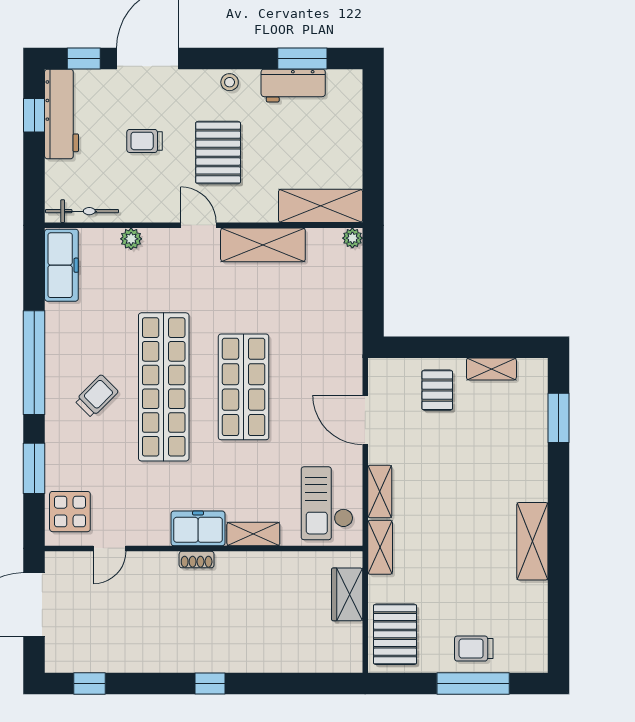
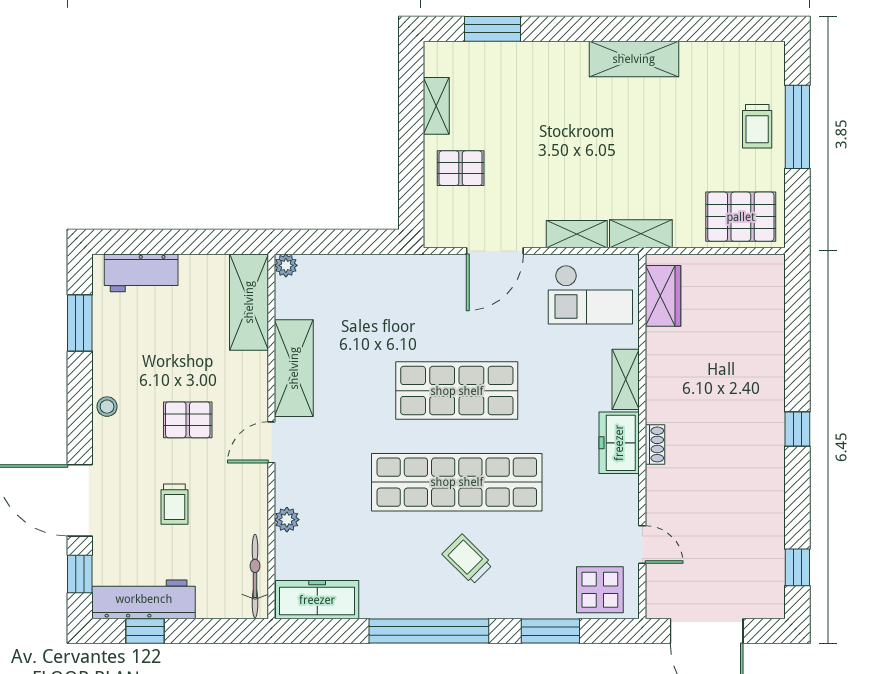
workbench: (293, 86) -> (141, 273), moved, turned 90
pallet: (218, 153) -> (188, 420), width x0.67, depth x0.71
wardrobe: (347, 594) -> (663, 296), moved, turned -90

